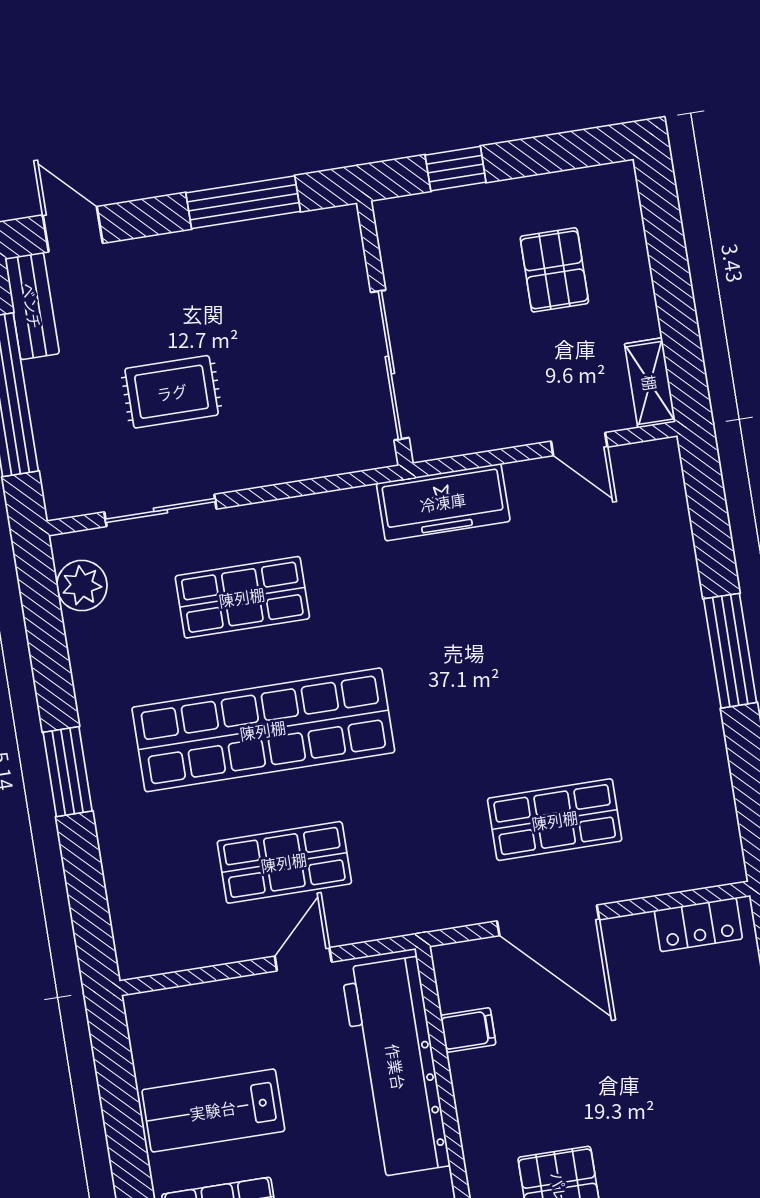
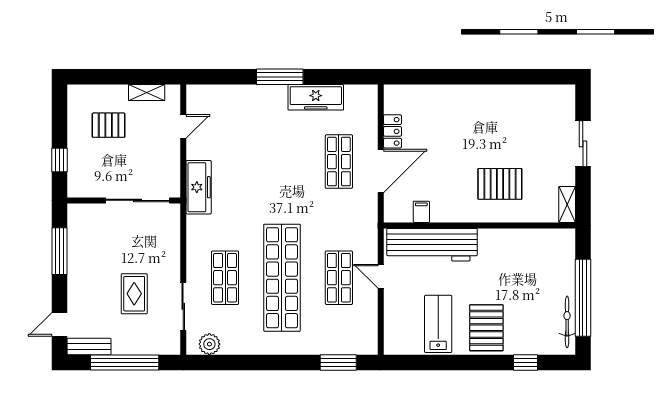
shelving: (650, 383) -> (147, 93), moved
freezer: (696, 742) -> (316, 97), added
window: (68, 772) -> (338, 362), moved
locker: (698, 925) -> (392, 131), moved
lab bench: (213, 1110) -> (438, 324), turned 180

